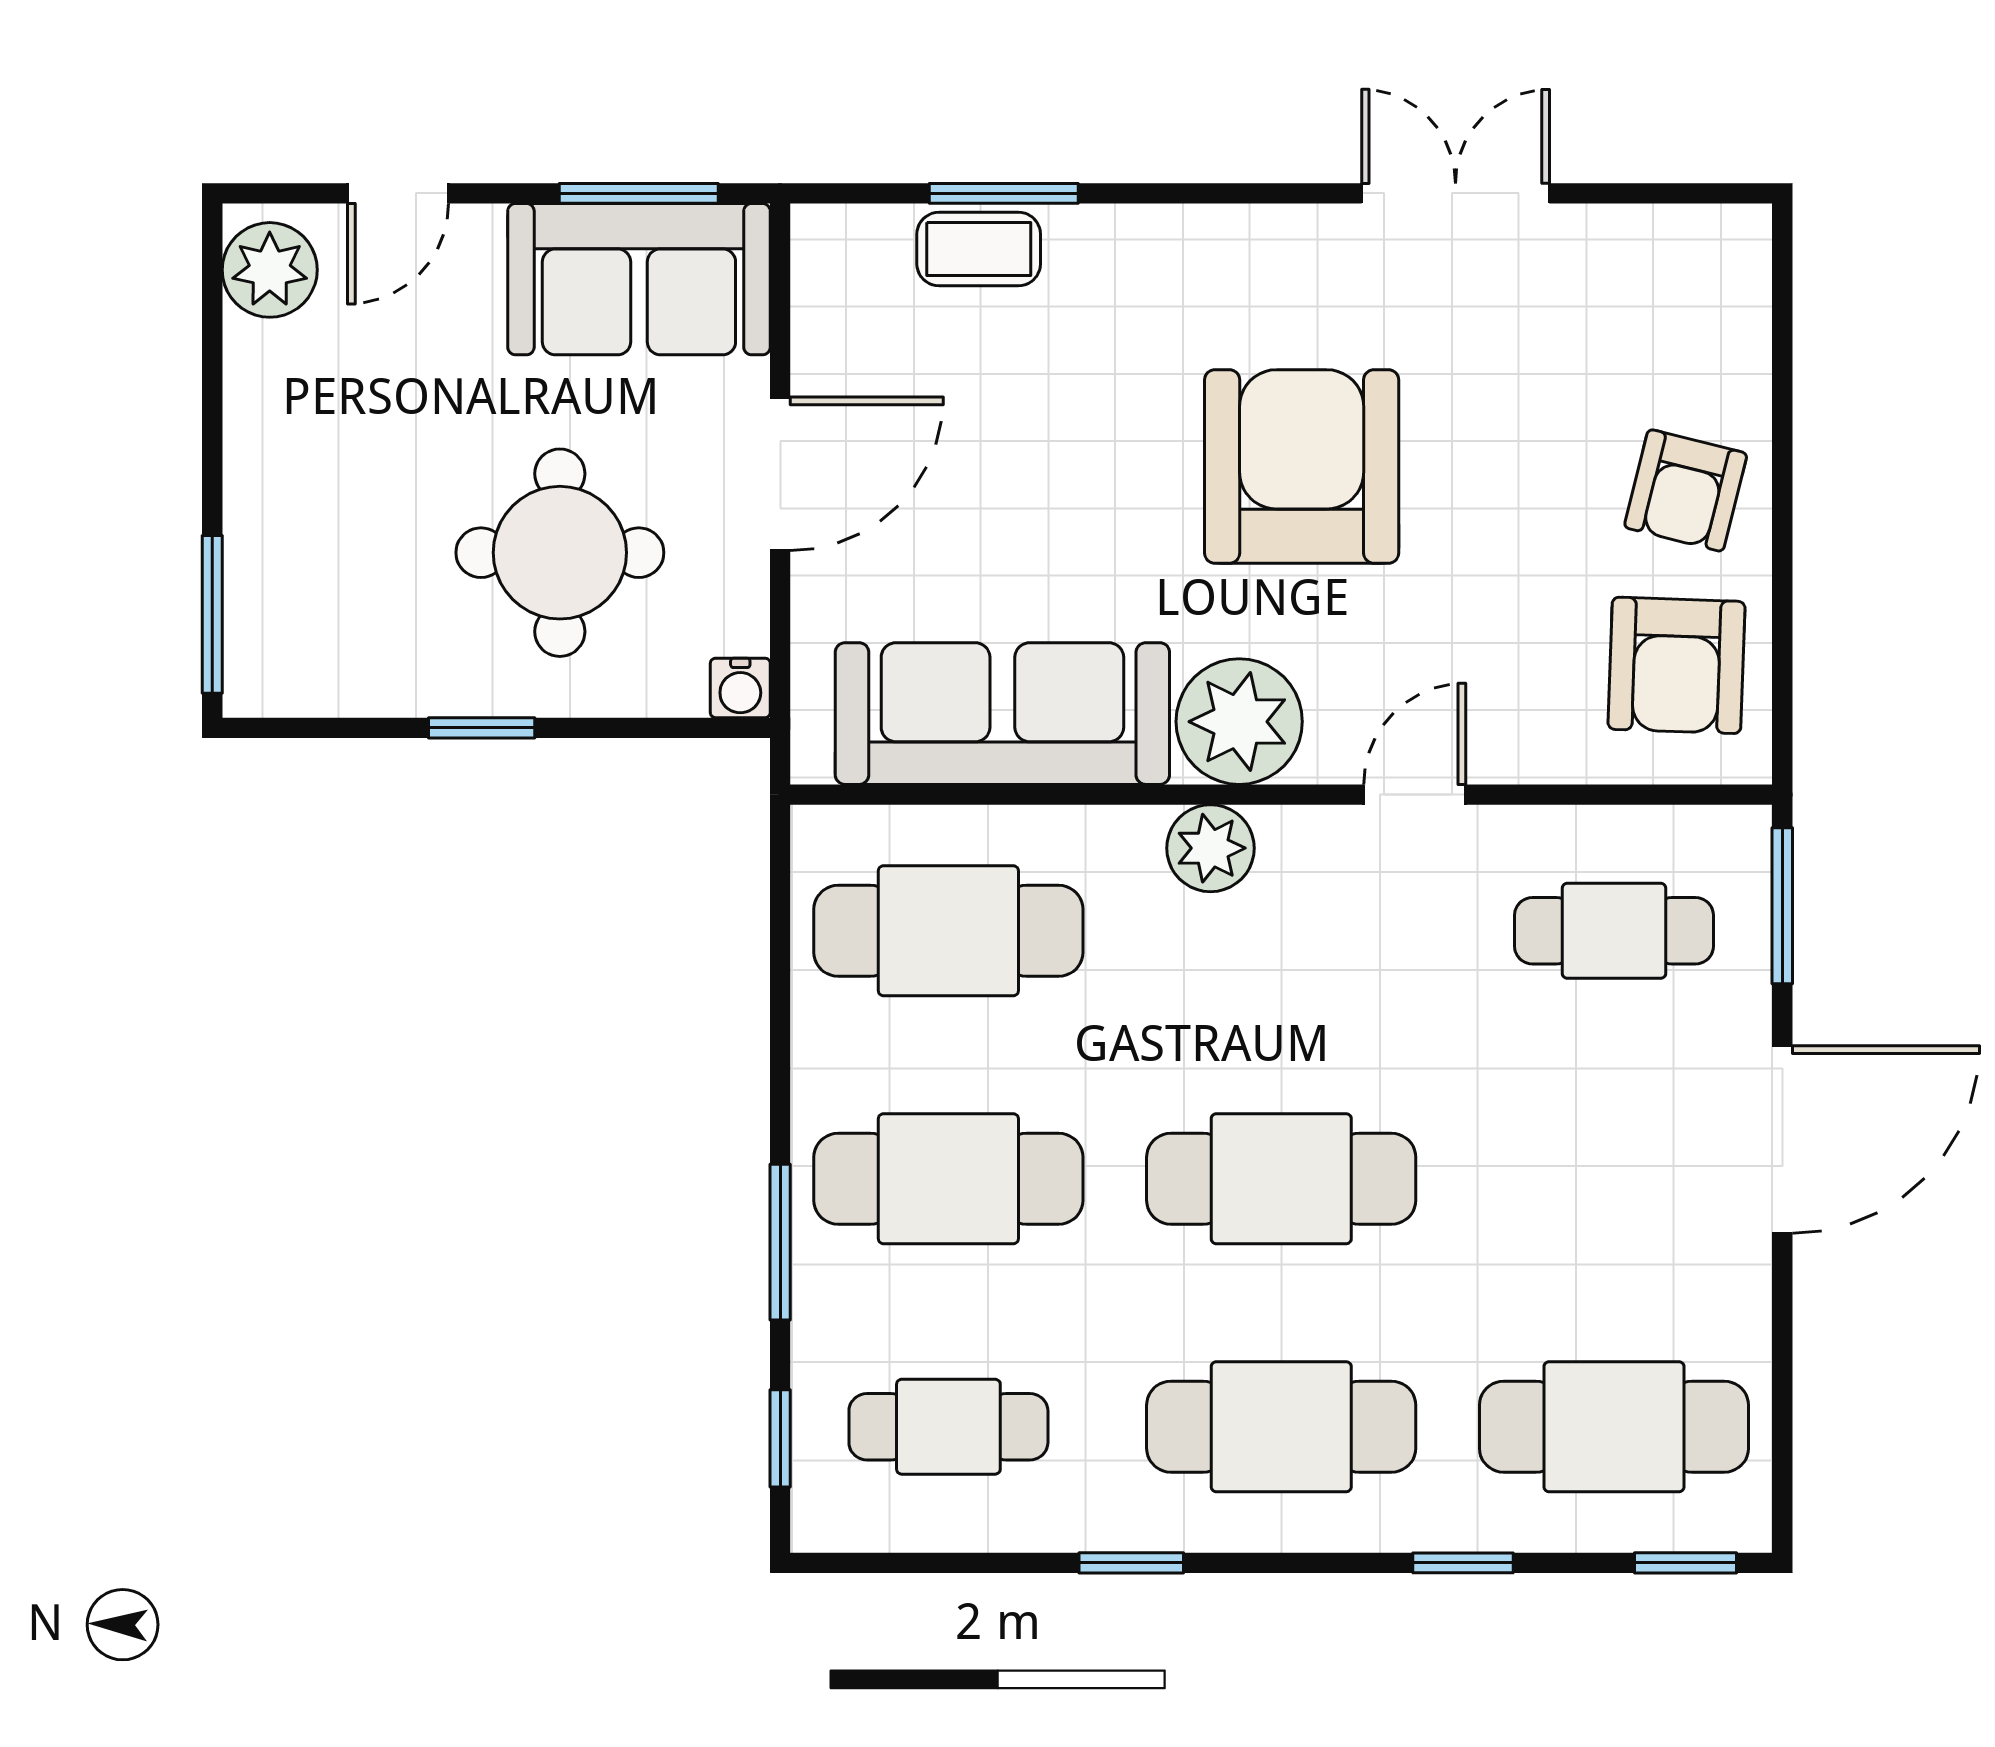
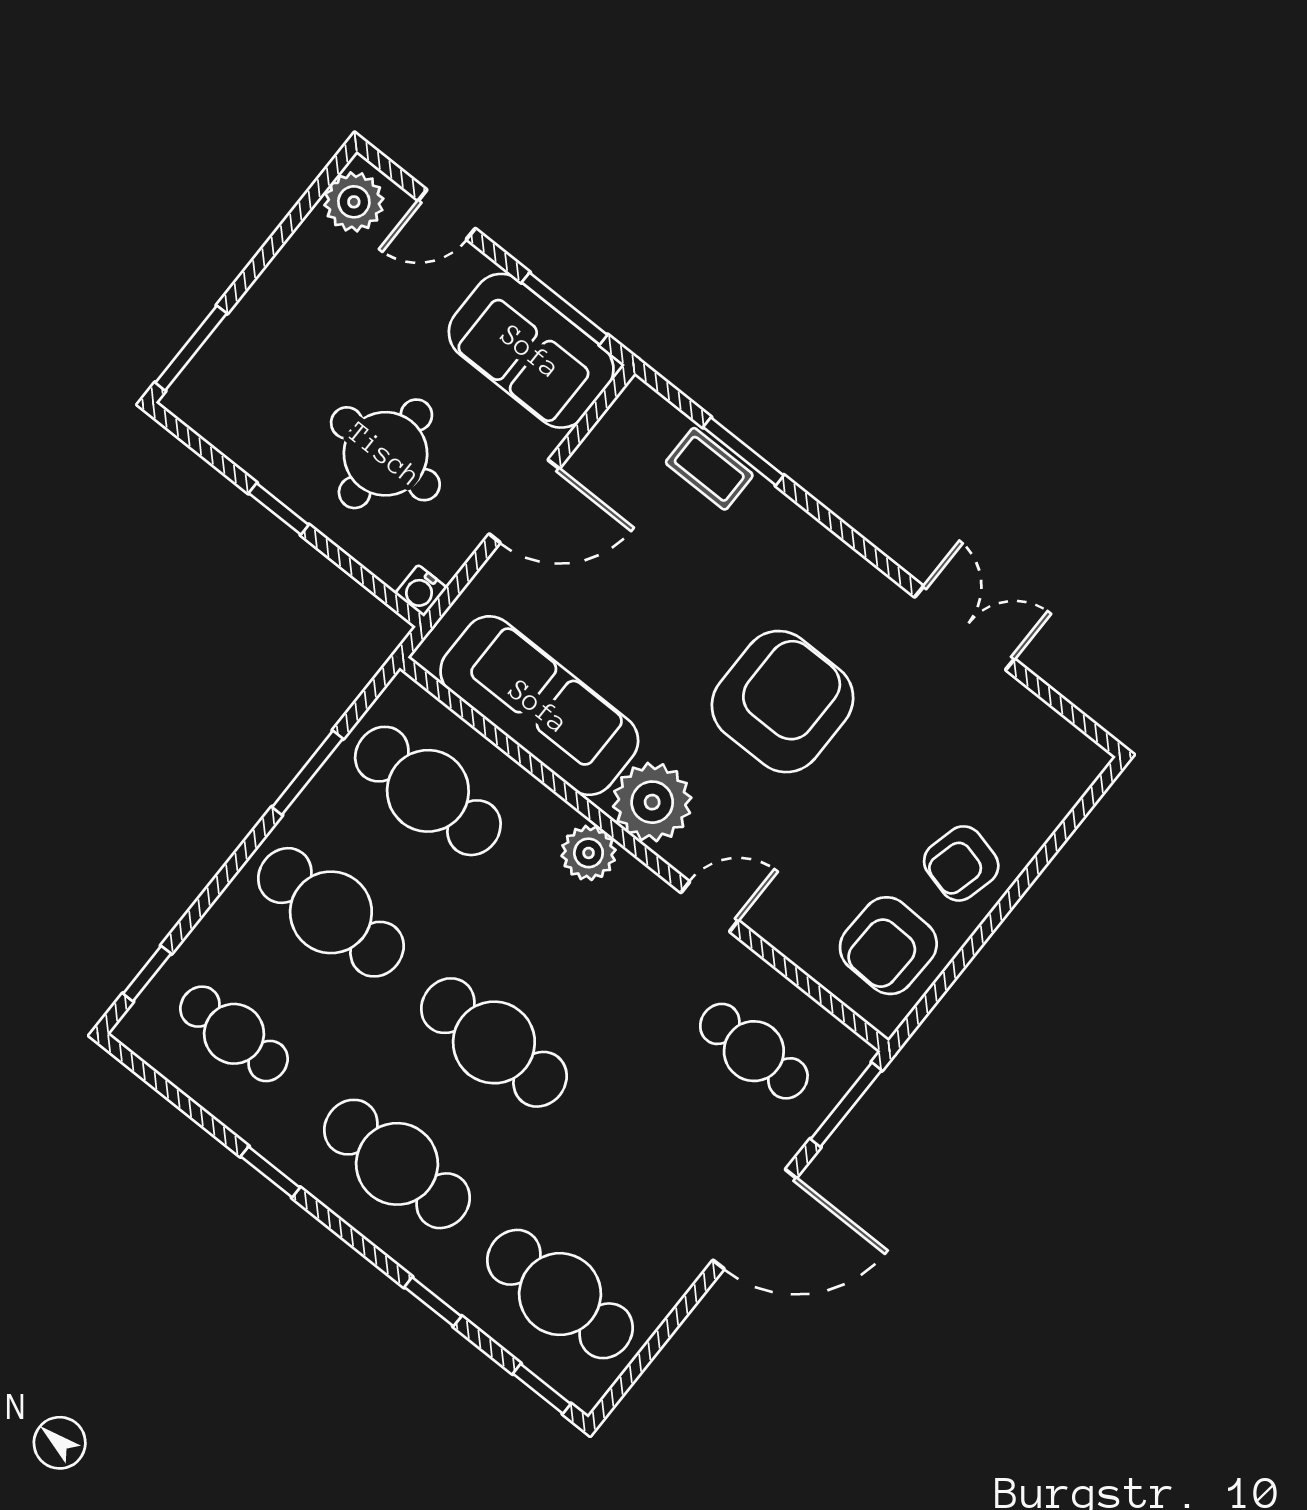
window: (780, 1242) -> (307, 773), moved

